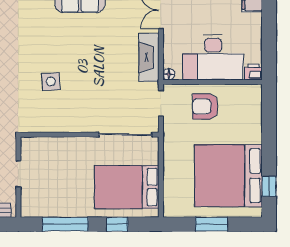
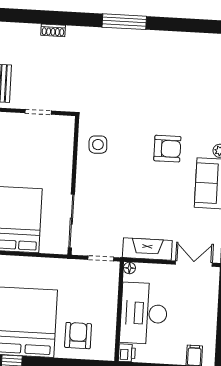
armchair: (48, 43) -> (167, 149), added
side table: (51, 82) -> (98, 145), moved
armchair: (205, 106) -> (78, 336), moved

